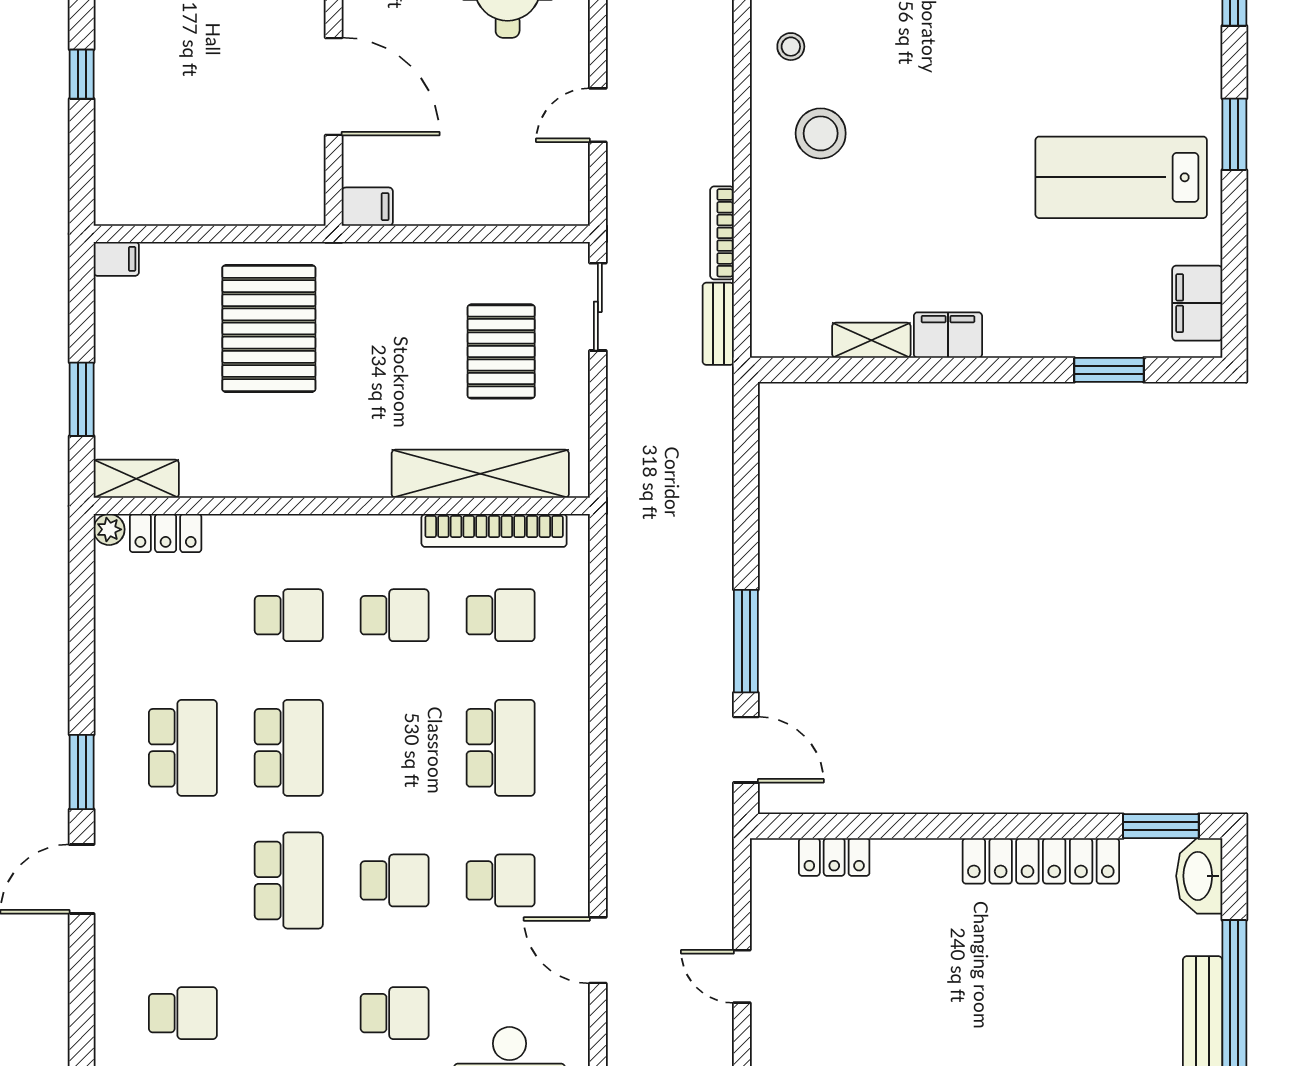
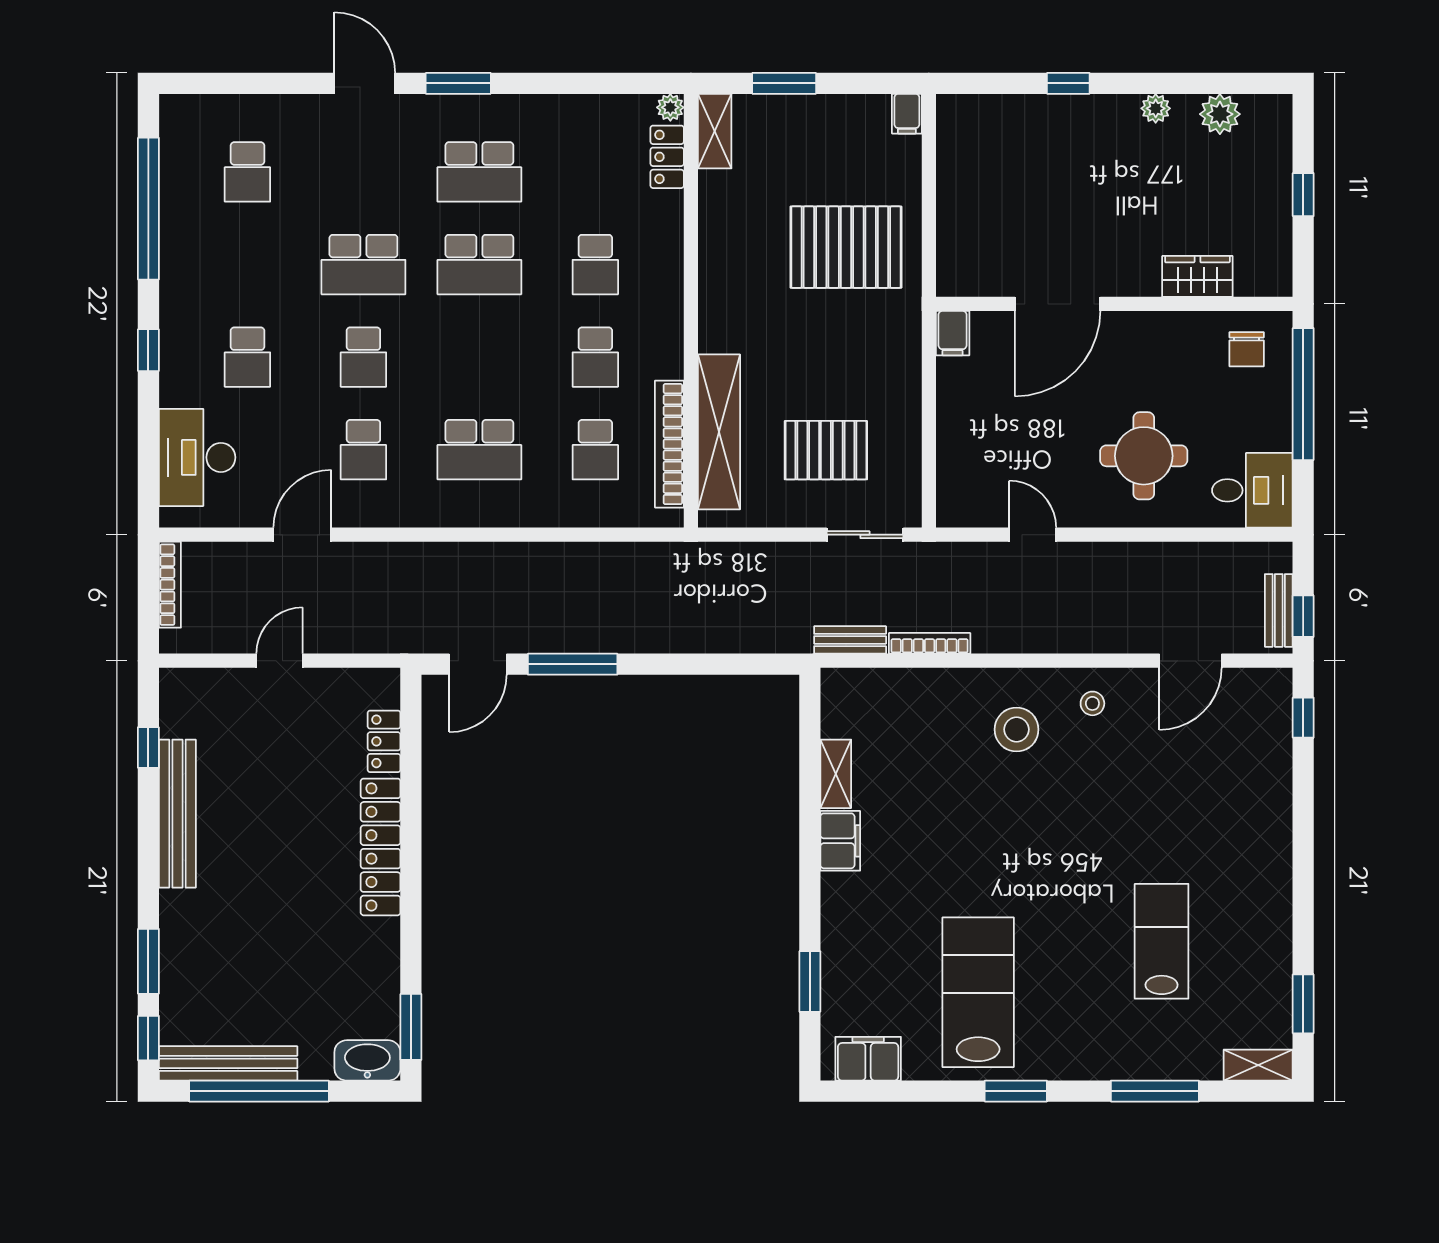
locker: (1041, 861) -> (381, 847), moved

